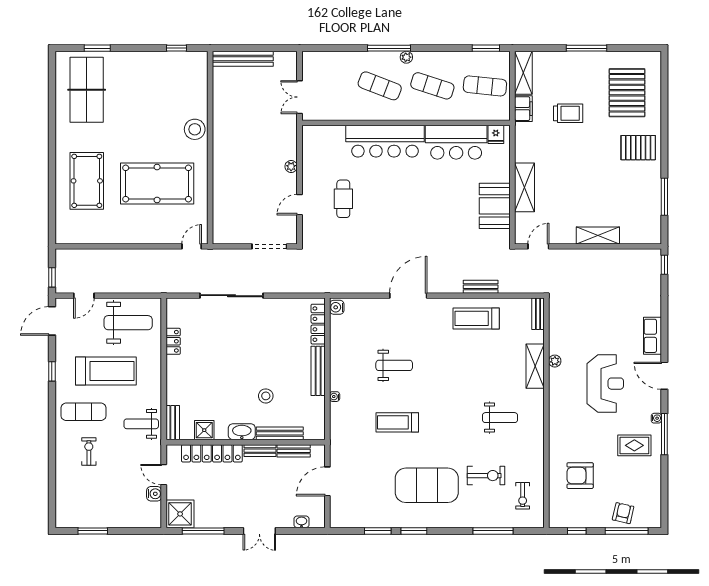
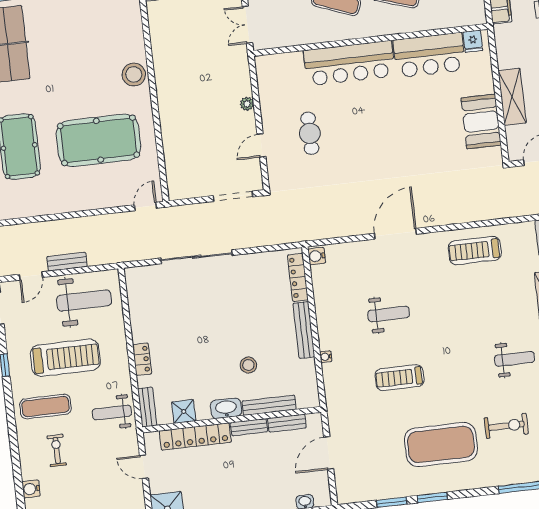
bench: (481, 287) -> (67, 262), moved
locker: (173, 341) -> (142, 359), moved
water cooler: (154, 494) -> (31, 489), moved, turned 180

